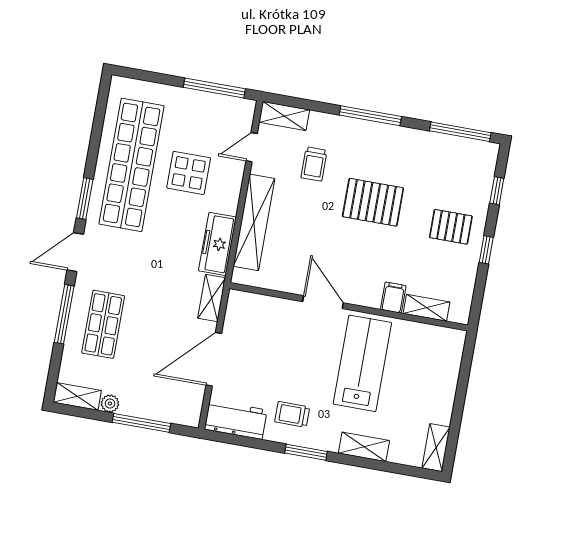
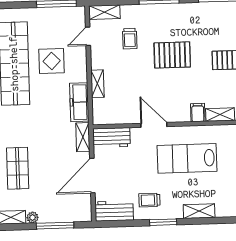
shelving: (254, 222) -> (97, 84), width x0.45, depth x0.75
workbench: (255, 308) -> (111, 138), added
lab bench: (362, 363) -> (187, 158), turned -90

